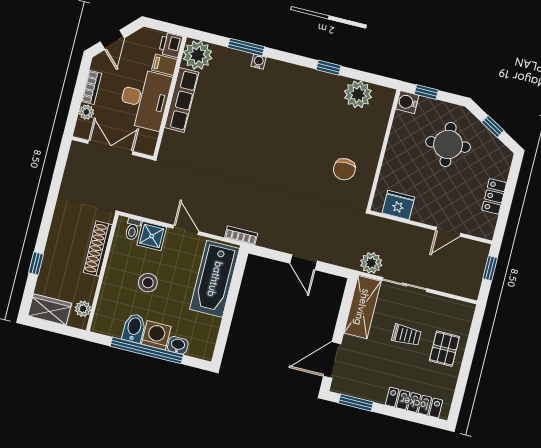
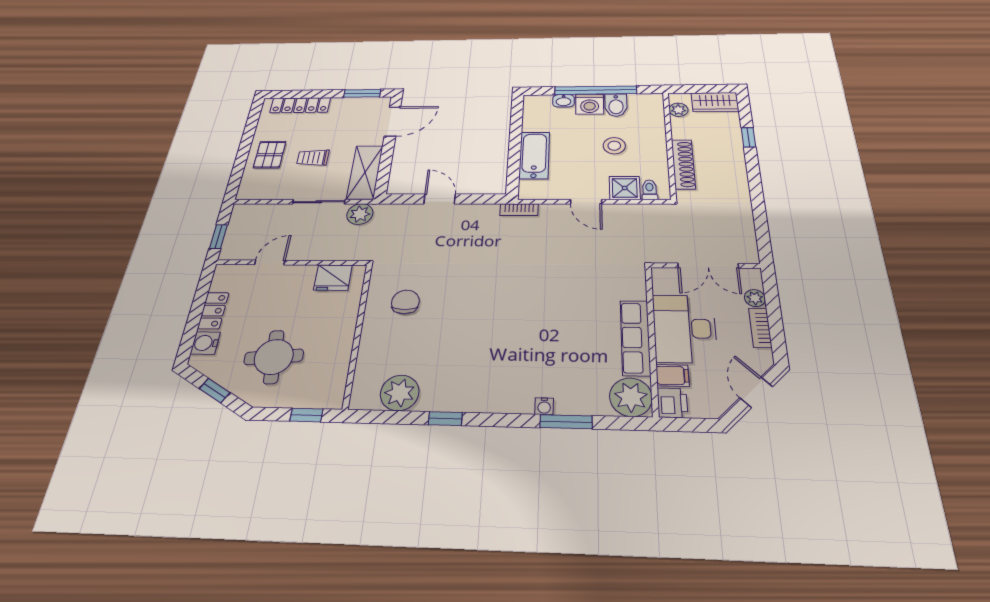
water cooler: (407, 102) -> (205, 343), moved, turned 180
bathtub: (215, 279) -> (534, 155), width x0.73, depth x0.73

